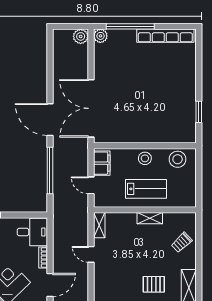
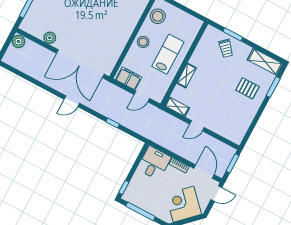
plant: (100, 36) -> (50, 38), moved
door: (50, 120) -> (72, 101), width x0.53
window: (50, 171) -> (113, 123), width x0.32
shelving: (150, 218) -> (187, 75), moved
window: (199, 242) -> (233, 34), added
pallet: (154, 284) -> (247, 88), turned 90

